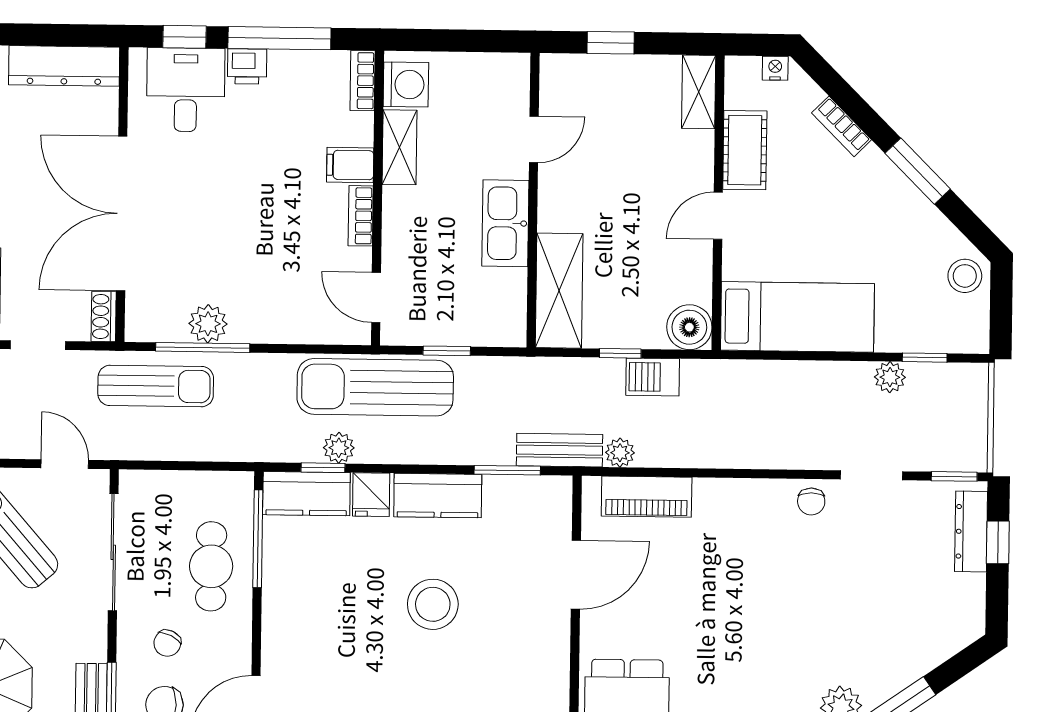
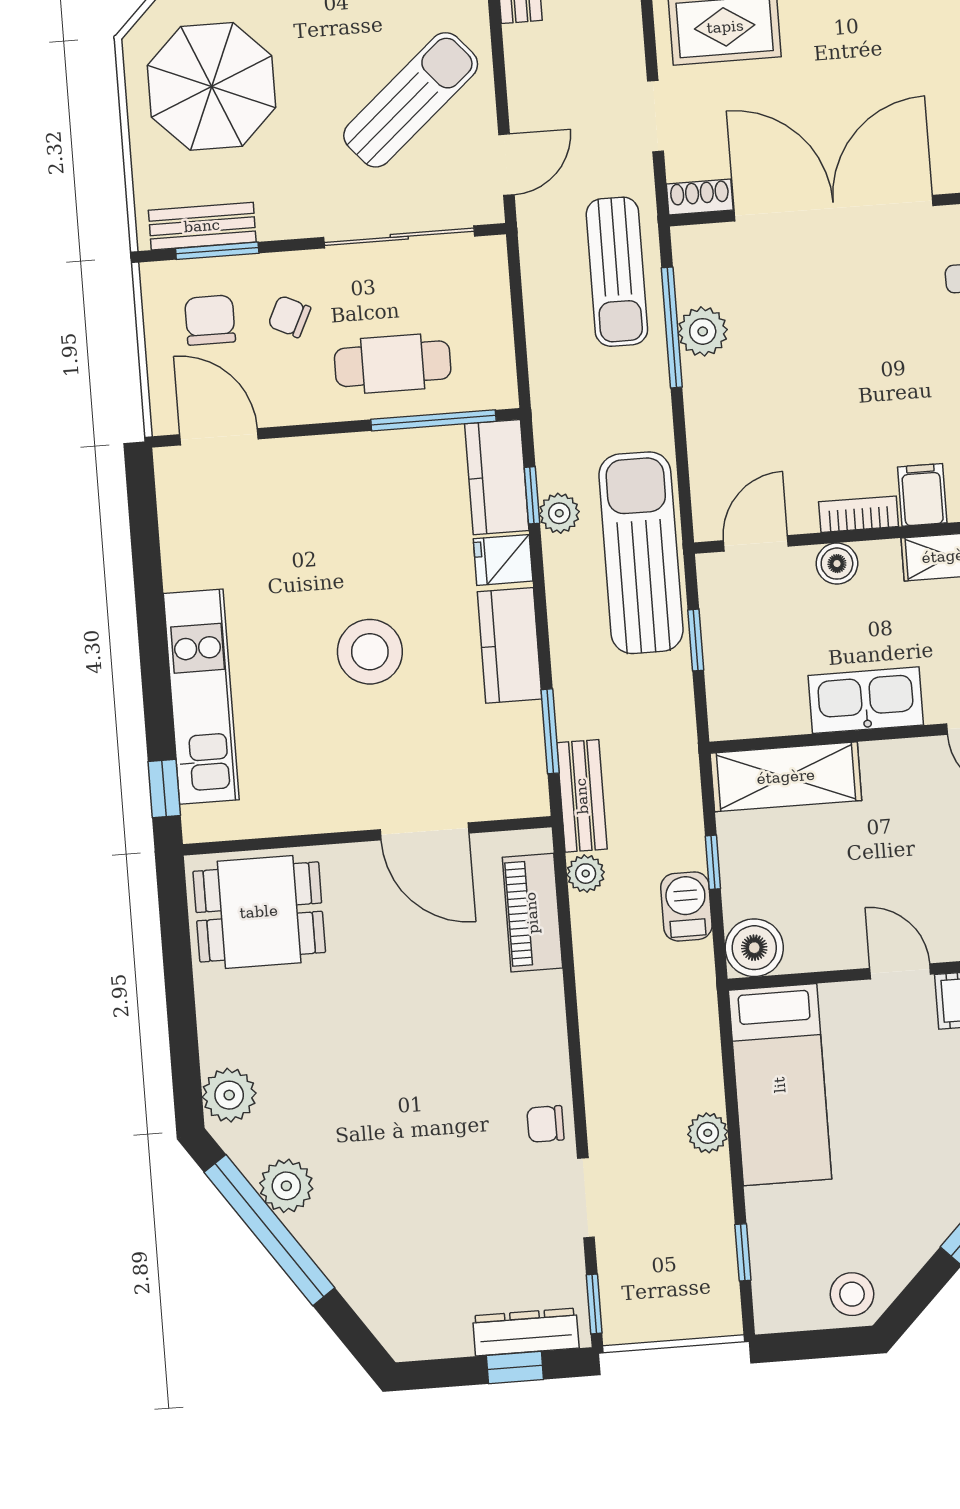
boiler: (397, 236) -> (837, 564), added
plant: (890, 377) -> (708, 1133), moved

